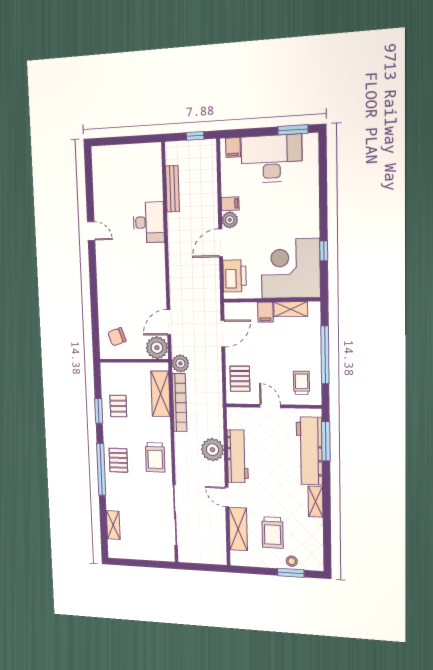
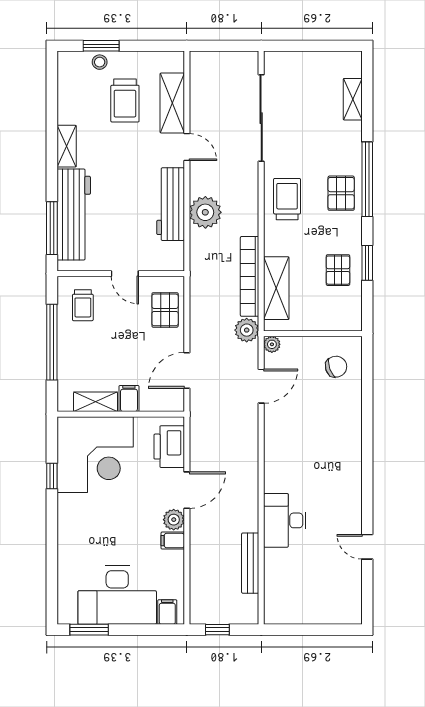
door: (91, 231) -> (367, 547), moved
plant: (157, 348) -> (272, 344), width x0.53, depth x0.53
trolley: (273, 533) -> (125, 101), turned 180

